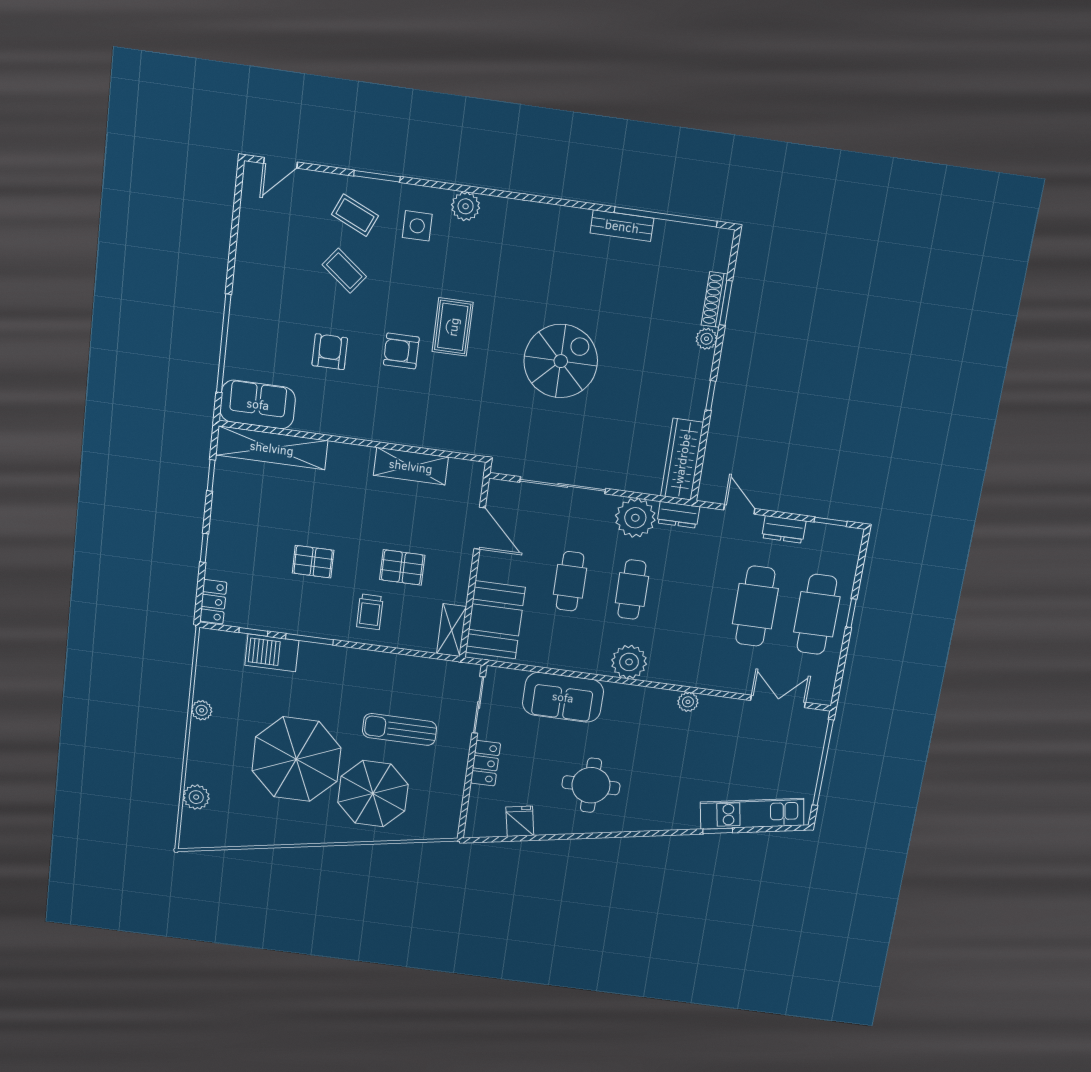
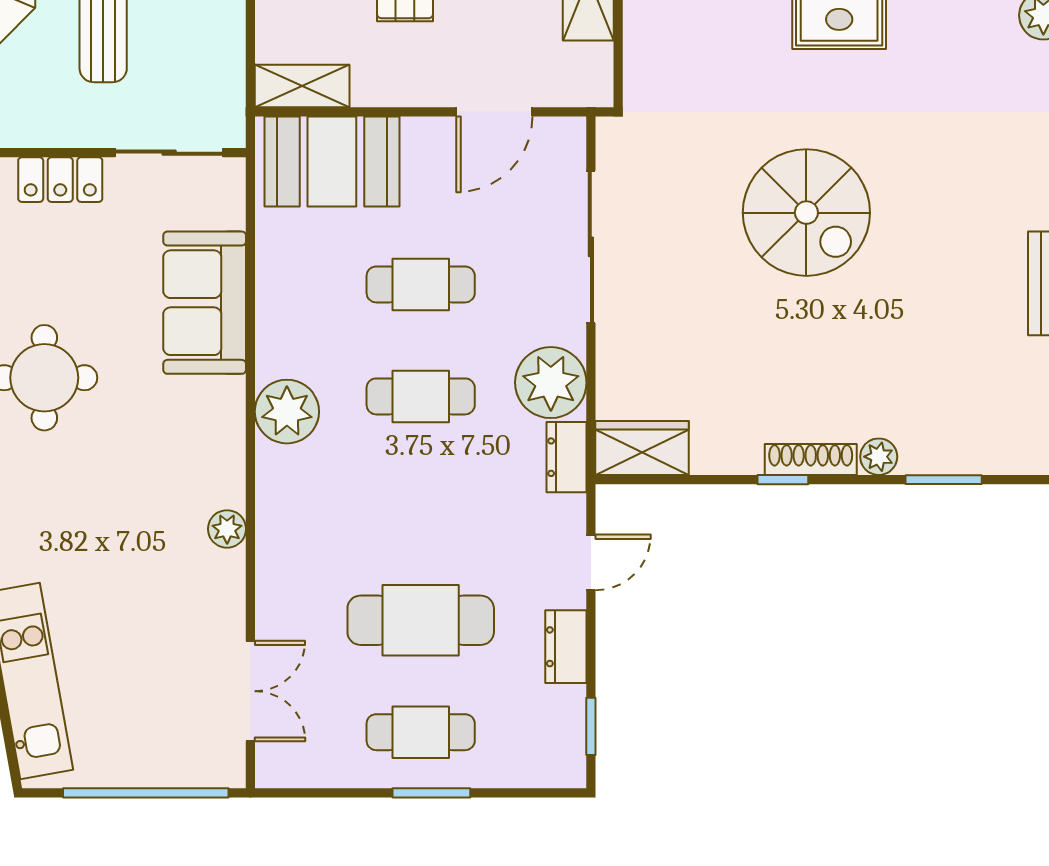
shoe rack: (715, 300) -> (811, 459), moved
wardrobe: (682, 459) -> (642, 448), width x0.67
window: (851, 613) -> (431, 793), width x1.50
cafe table: (817, 614) -> (421, 732), width x0.73, depth x0.74

